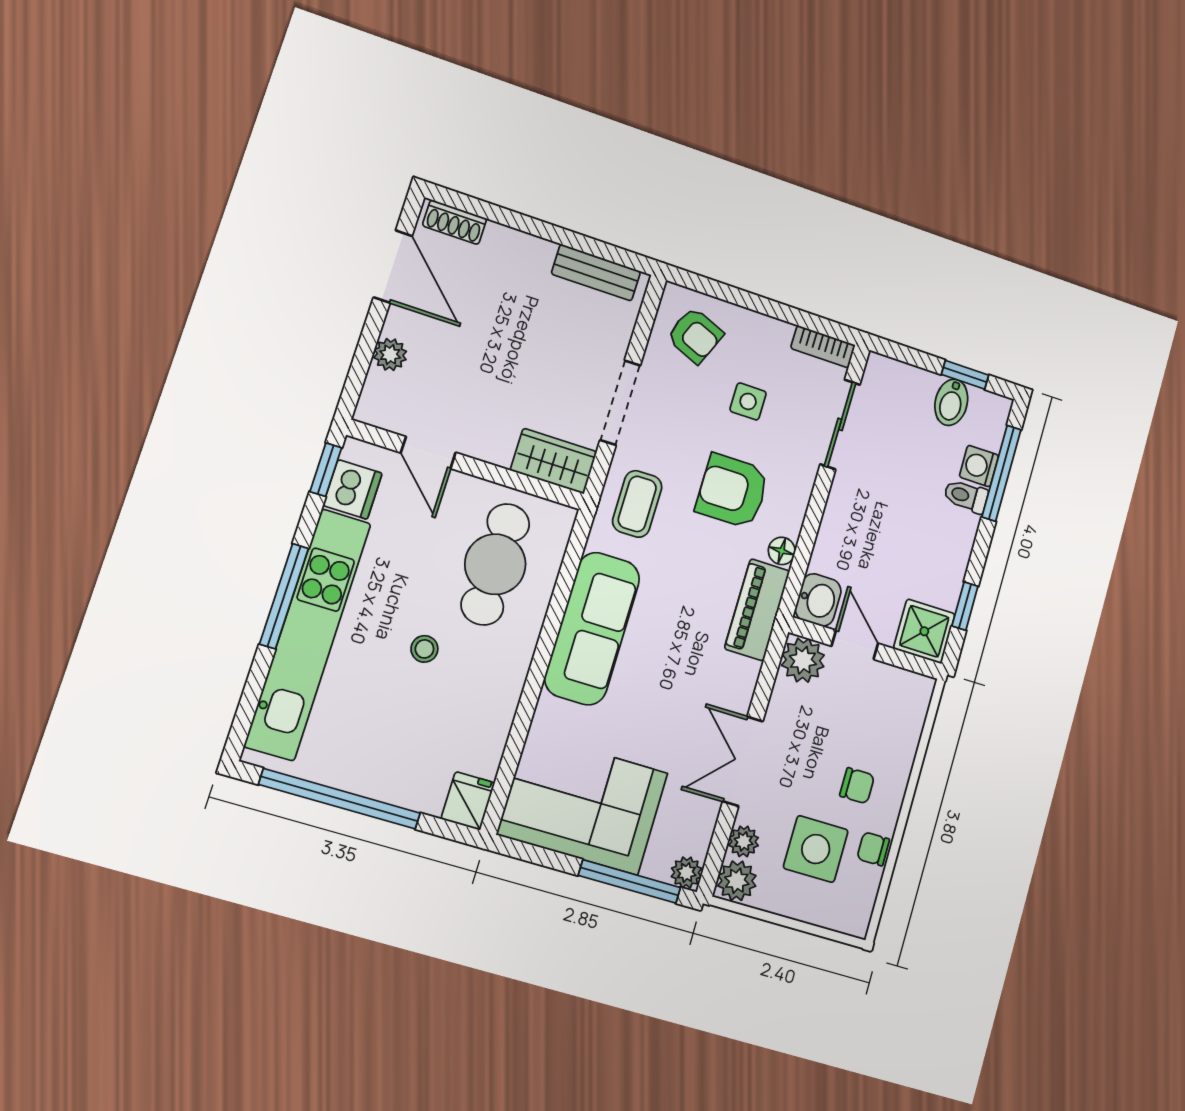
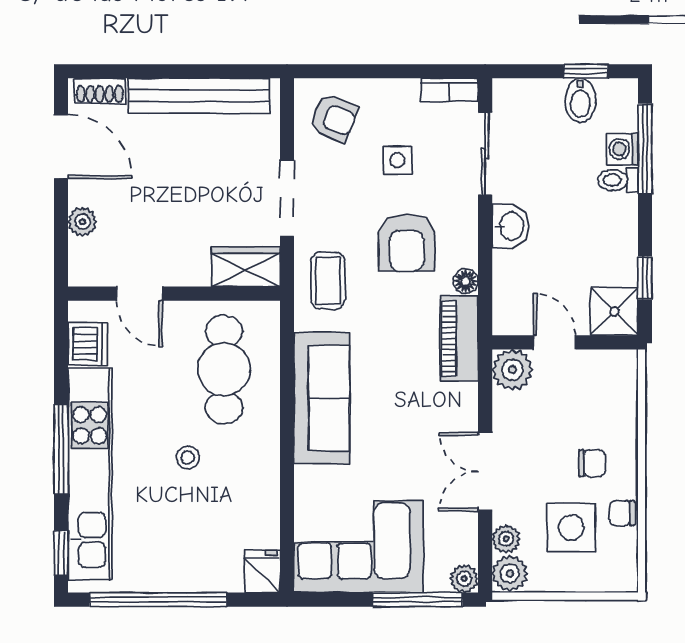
bench: (596, 273) -> (199, 96), width x1.86, depth x1.21
window: (326, 470) -> (61, 553), moved
armchair: (732, 491) -> (407, 243), turned -90
washbasin: (818, 600) -> (511, 226), moved

